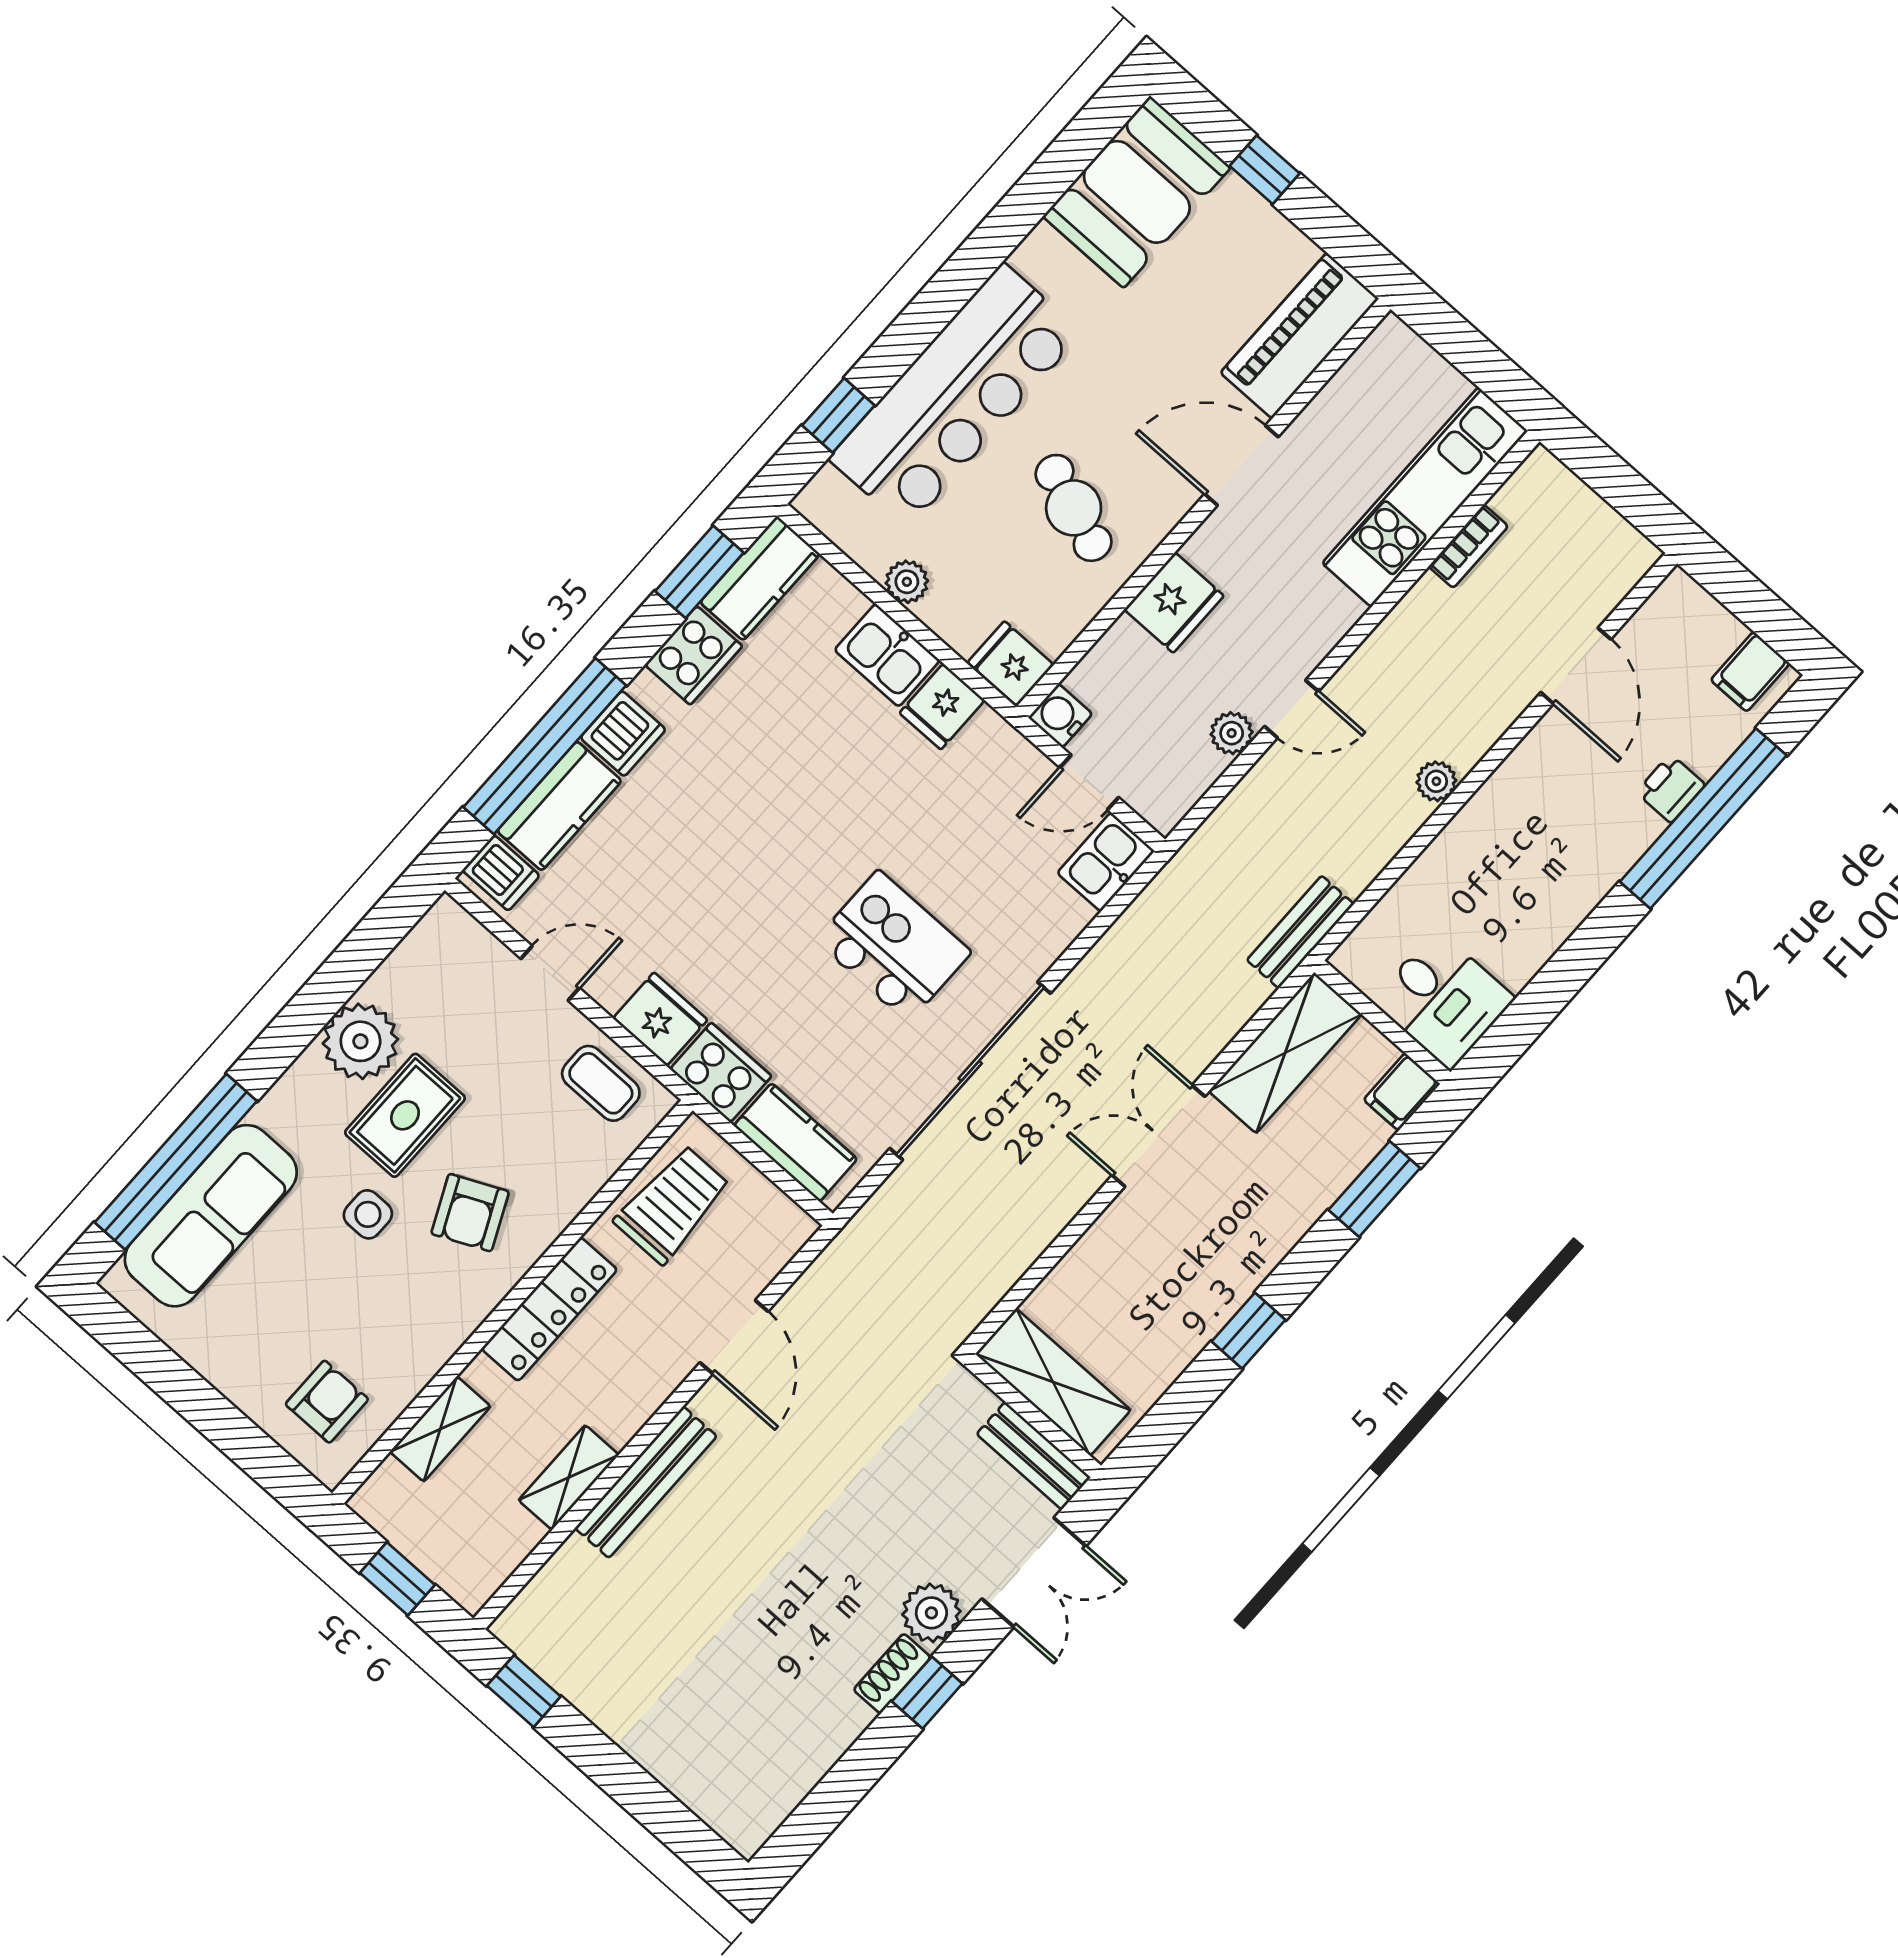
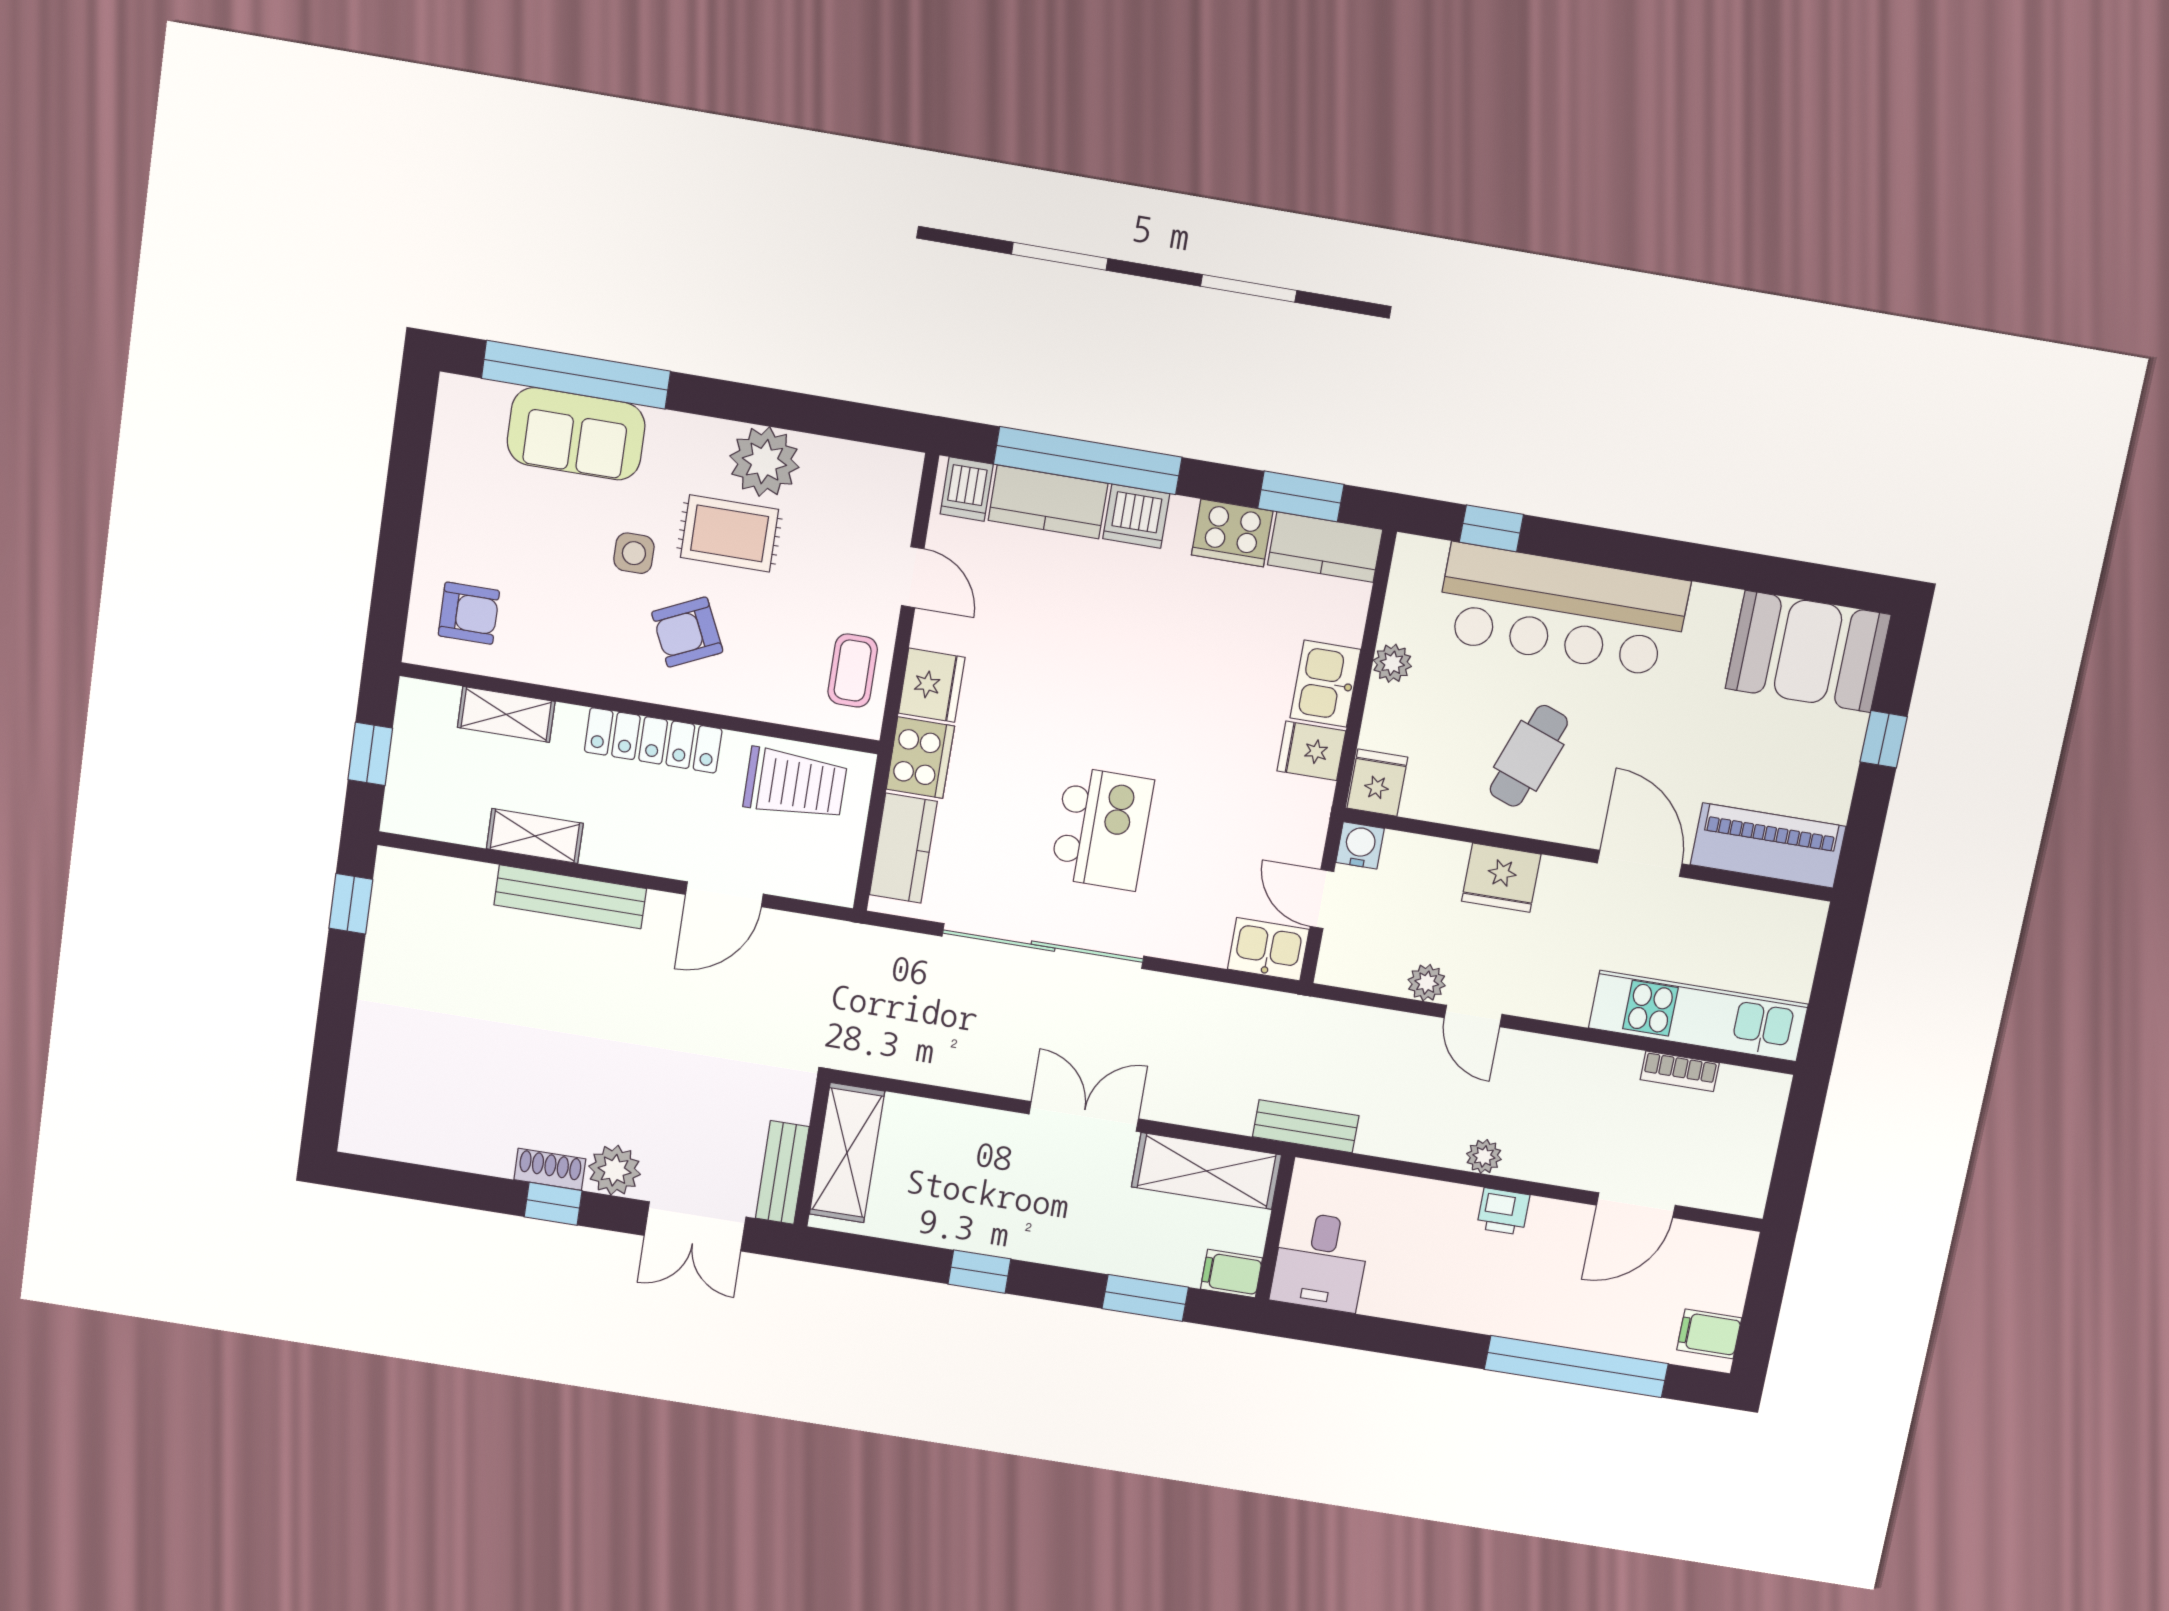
printer: (1671, 788) -> (1503, 1212), moved, turned 180
sofa: (211, 1216) -> (576, 434), width x0.73

